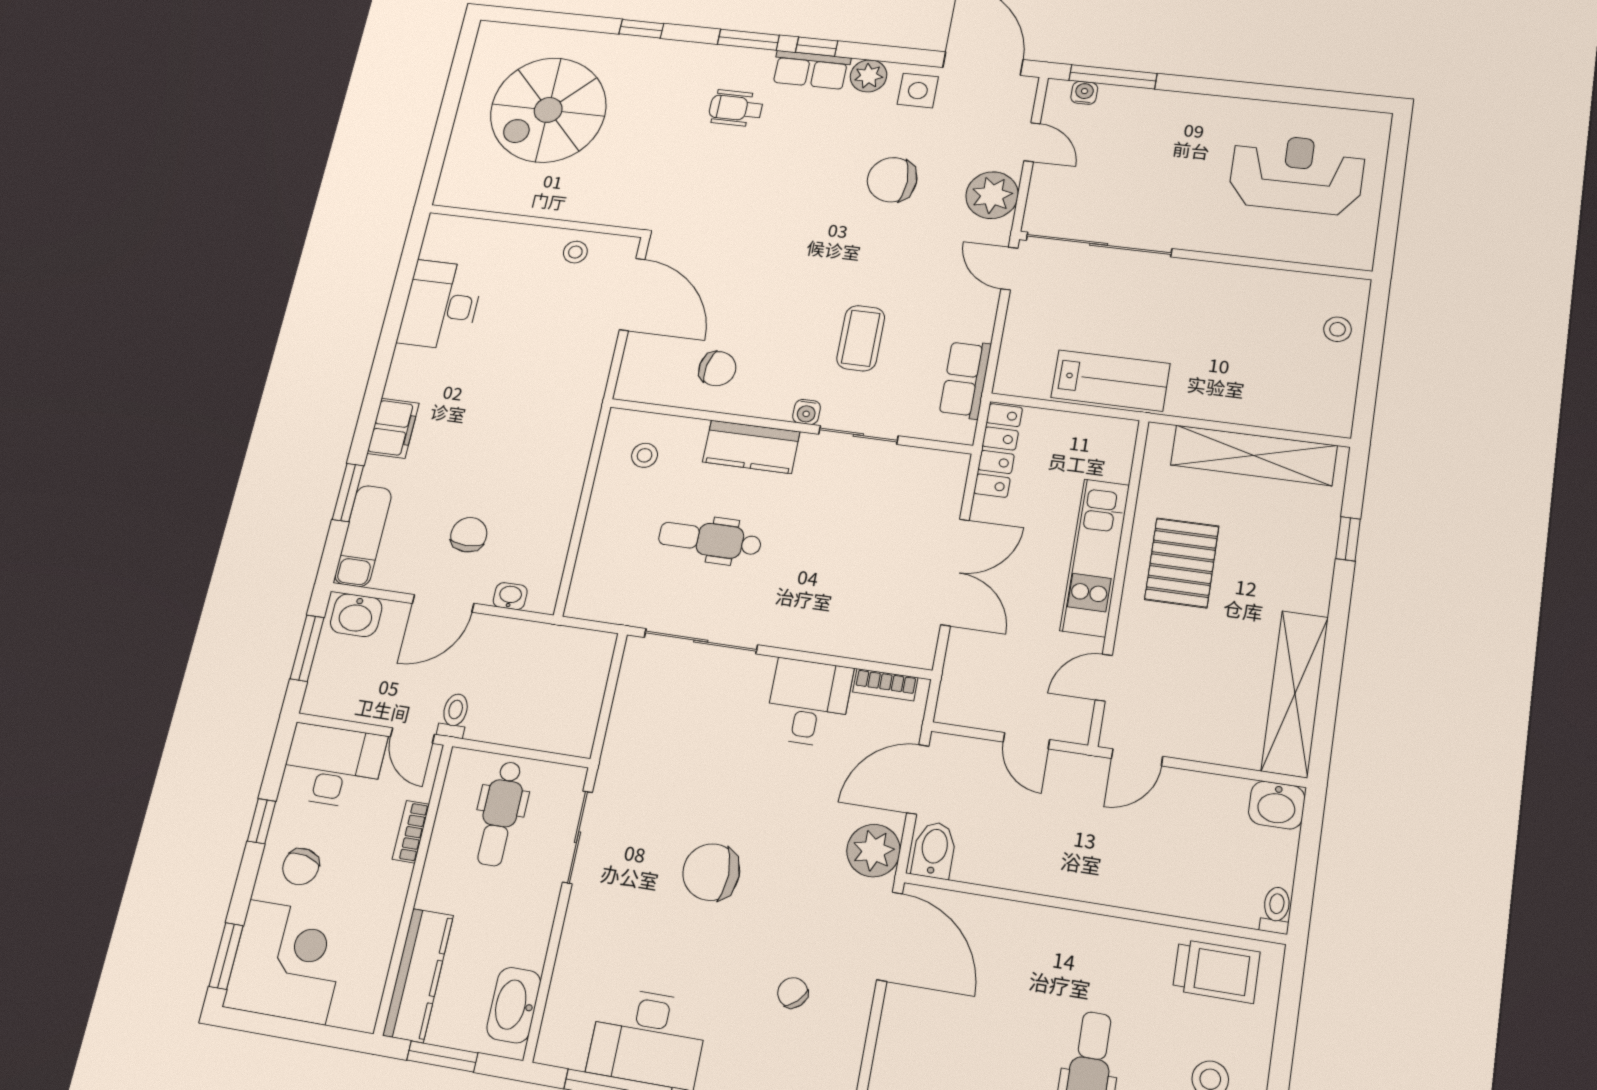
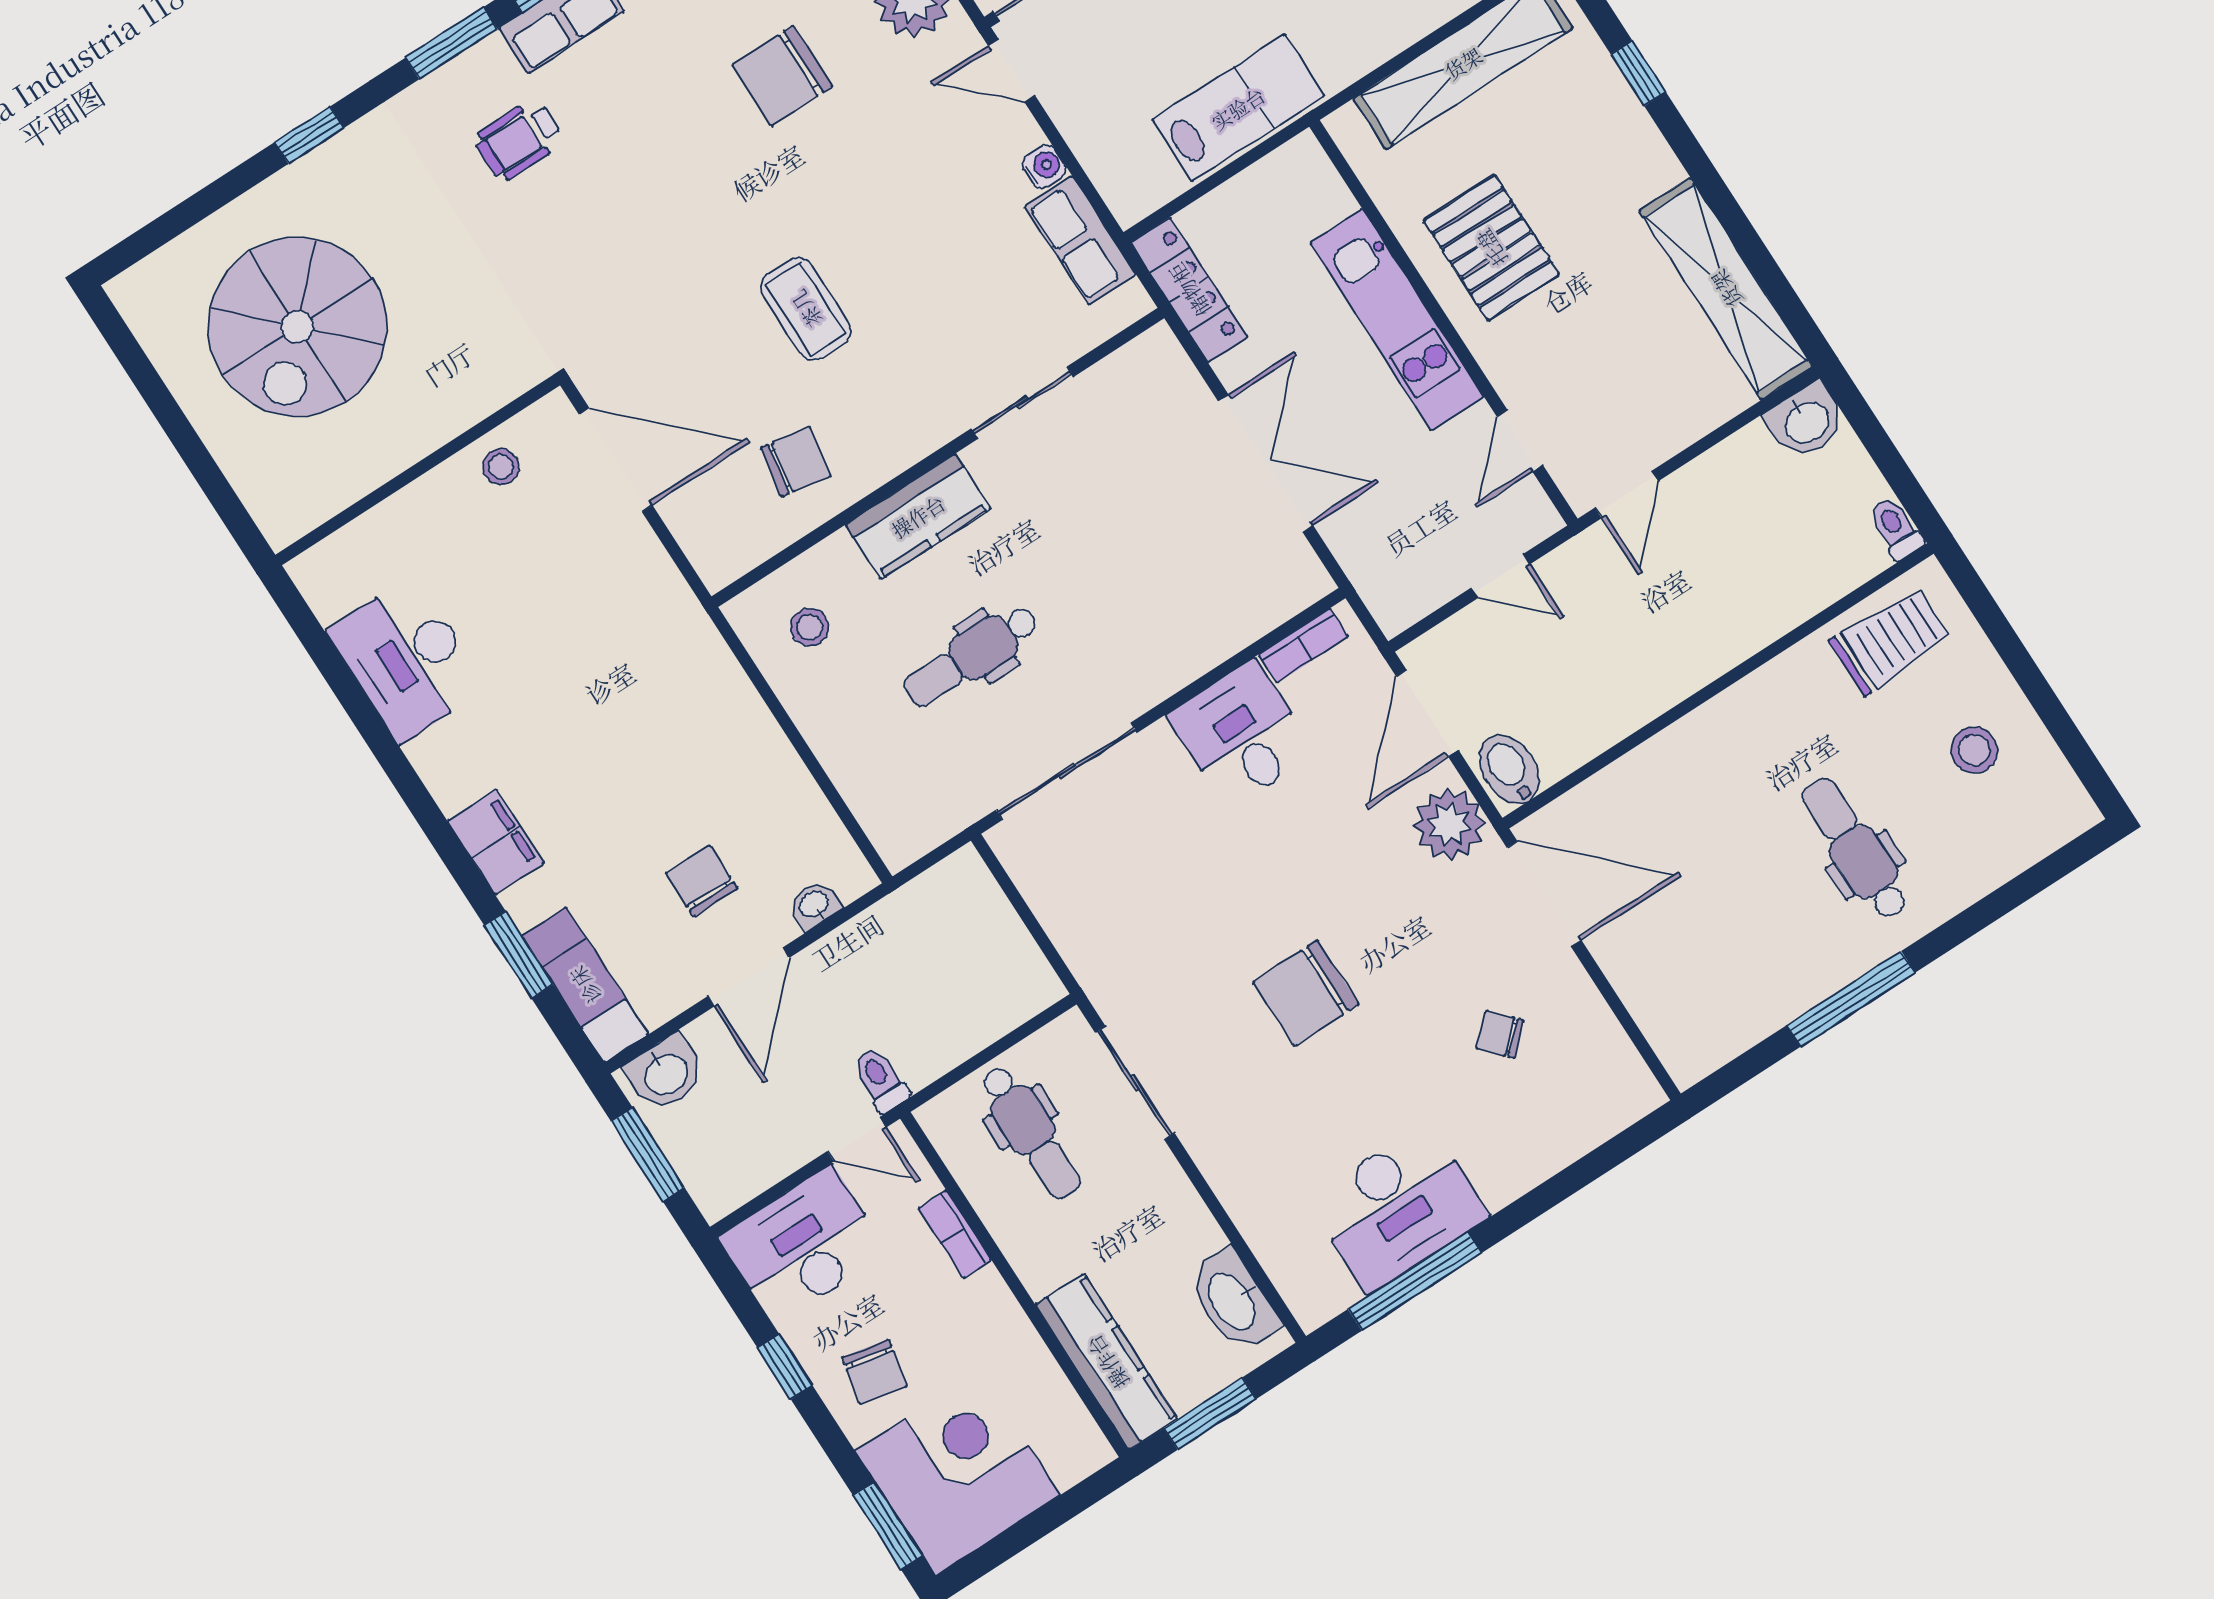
coffee table: (861, 338) -> (806, 309), moved
water cooler: (807, 412) -> (1044, 166), moved, turned -90

